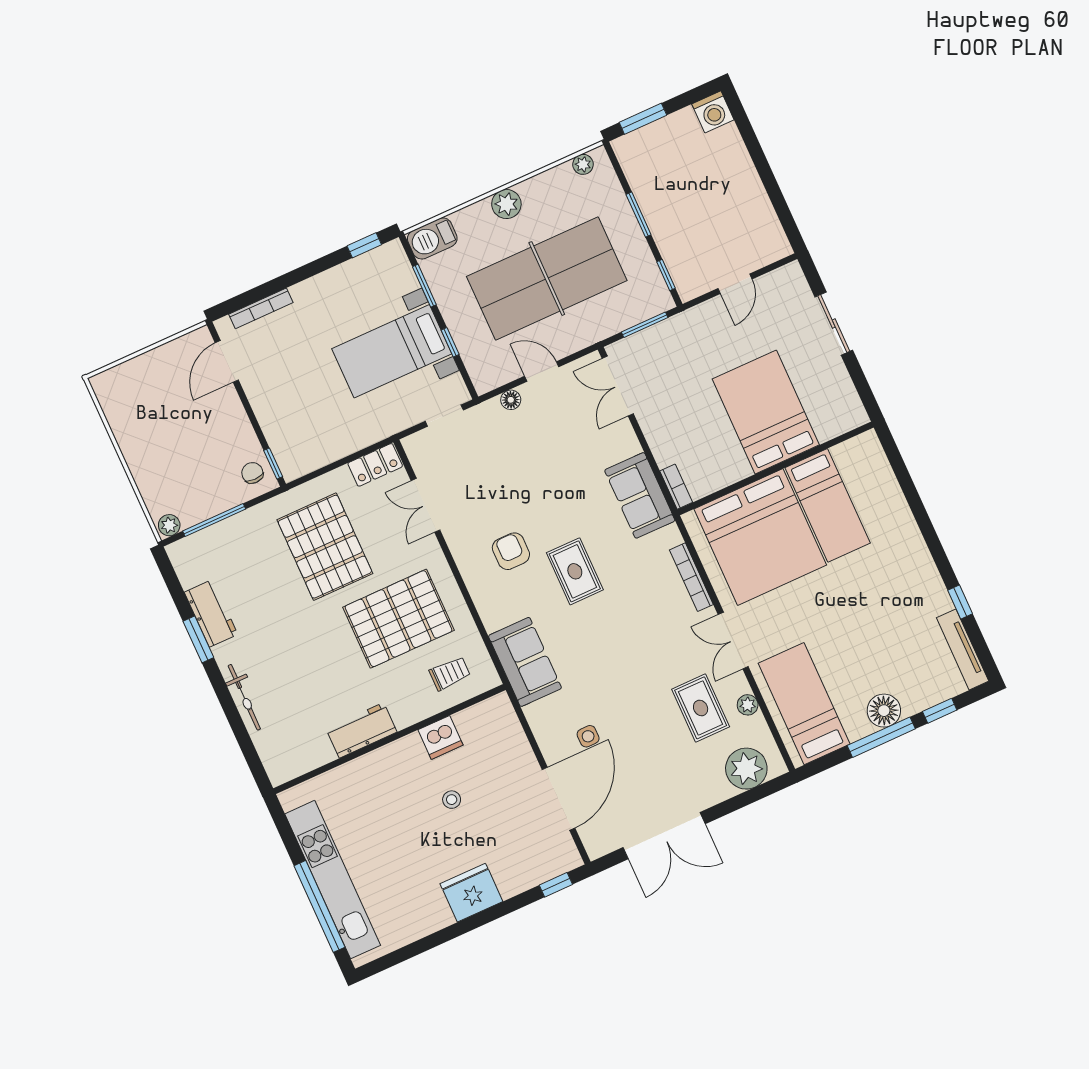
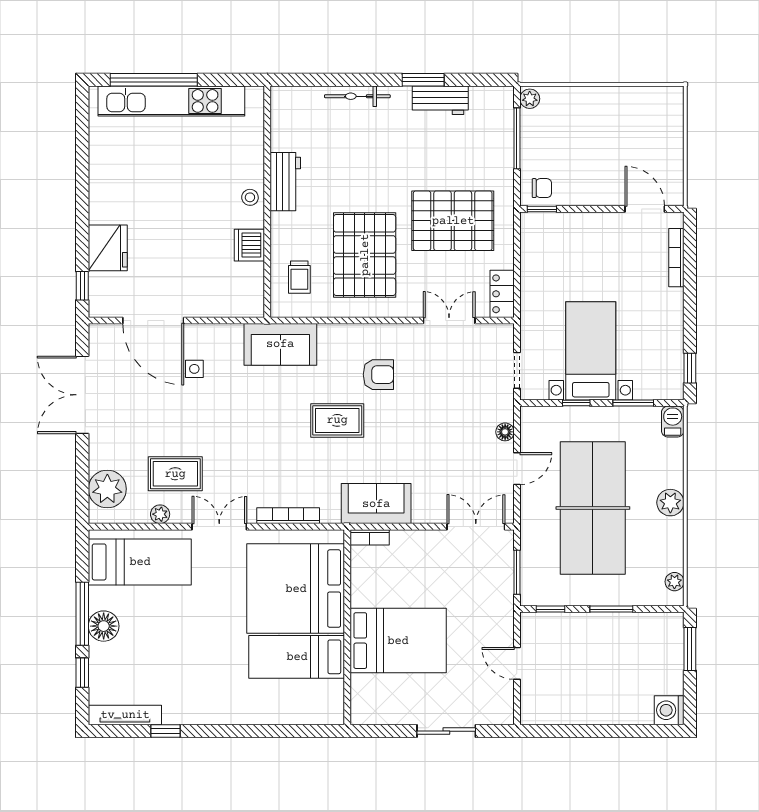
barbecue: (432, 238) -> (673, 422), width x0.73, depth x0.79
stool: (452, 800) -> (250, 197), moved
fridge: (471, 893) -> (108, 248), moved

